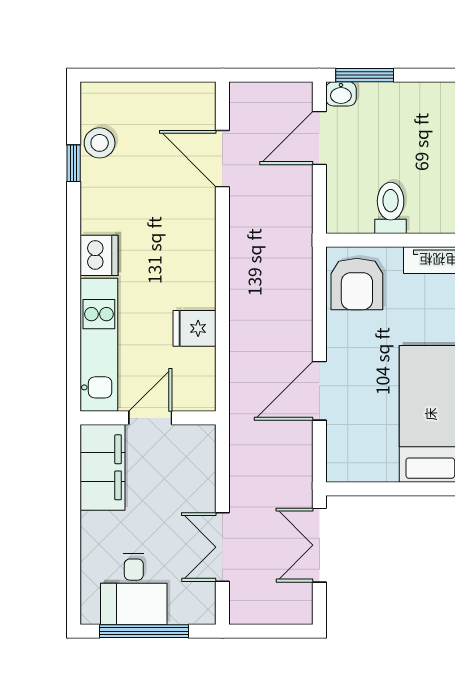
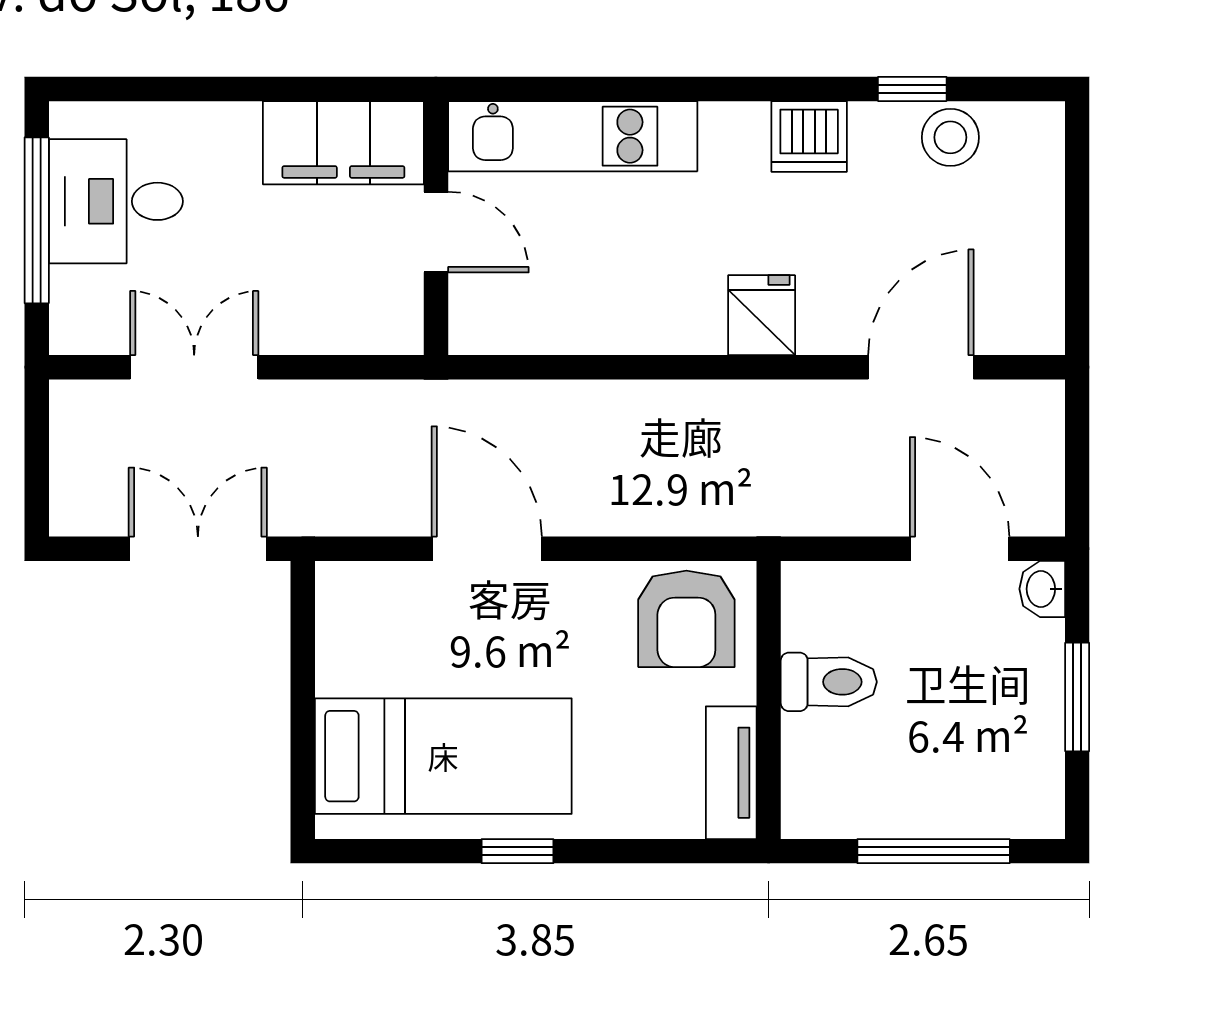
window: (365, 75) -> (1077, 697), moved
dishwasher: (99, 255) -> (809, 136), moved
armchair: (357, 284) -> (686, 619), turned -90
fridge: (195, 328) -> (762, 315), moved

